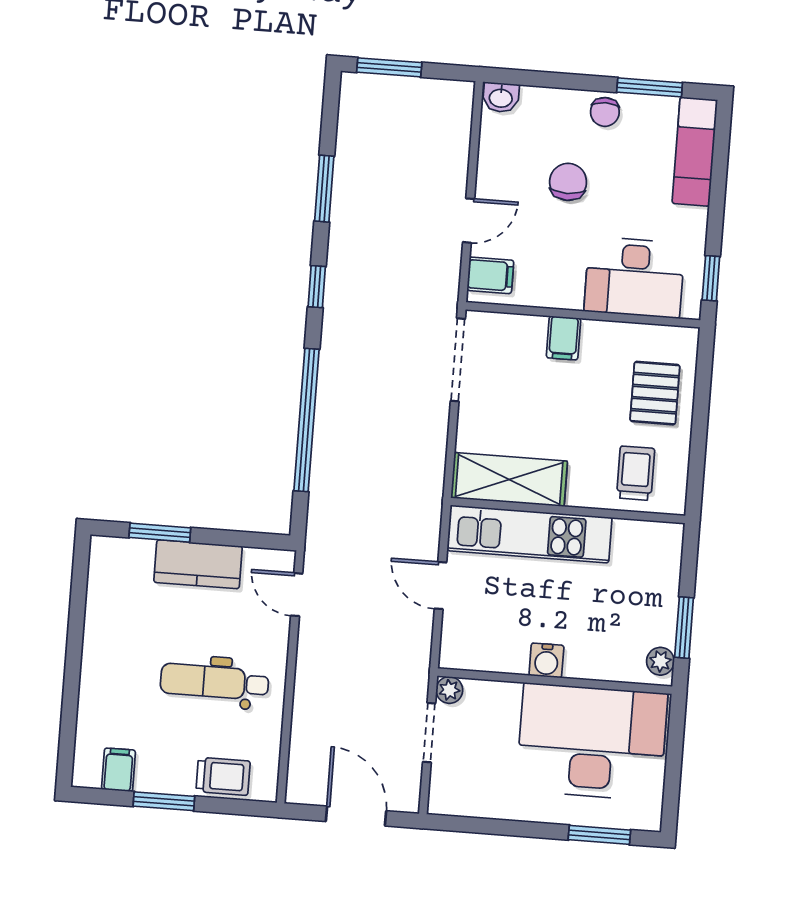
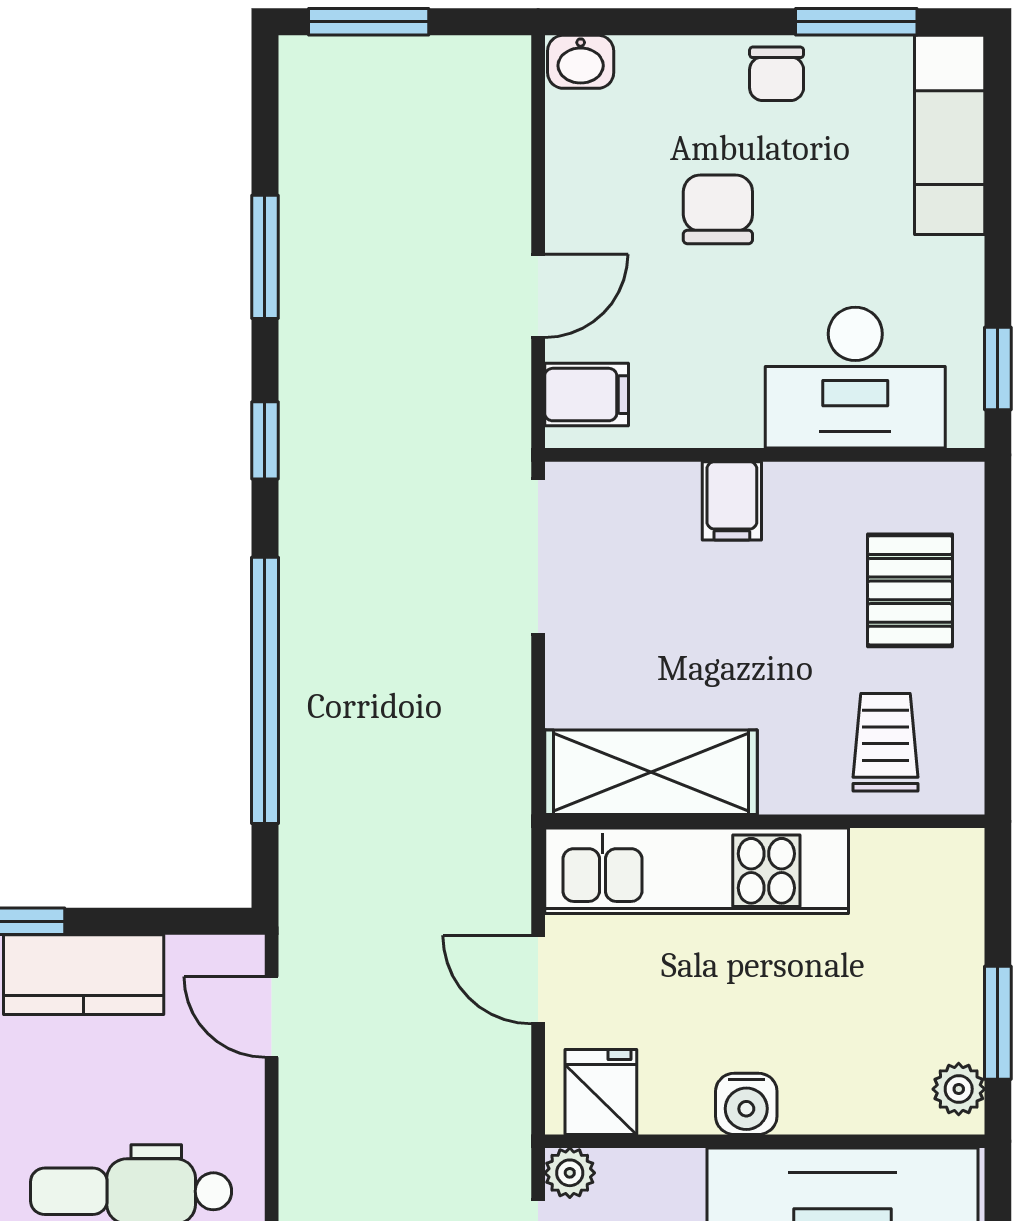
fridge: (469, 648) -> (601, 1092), added

